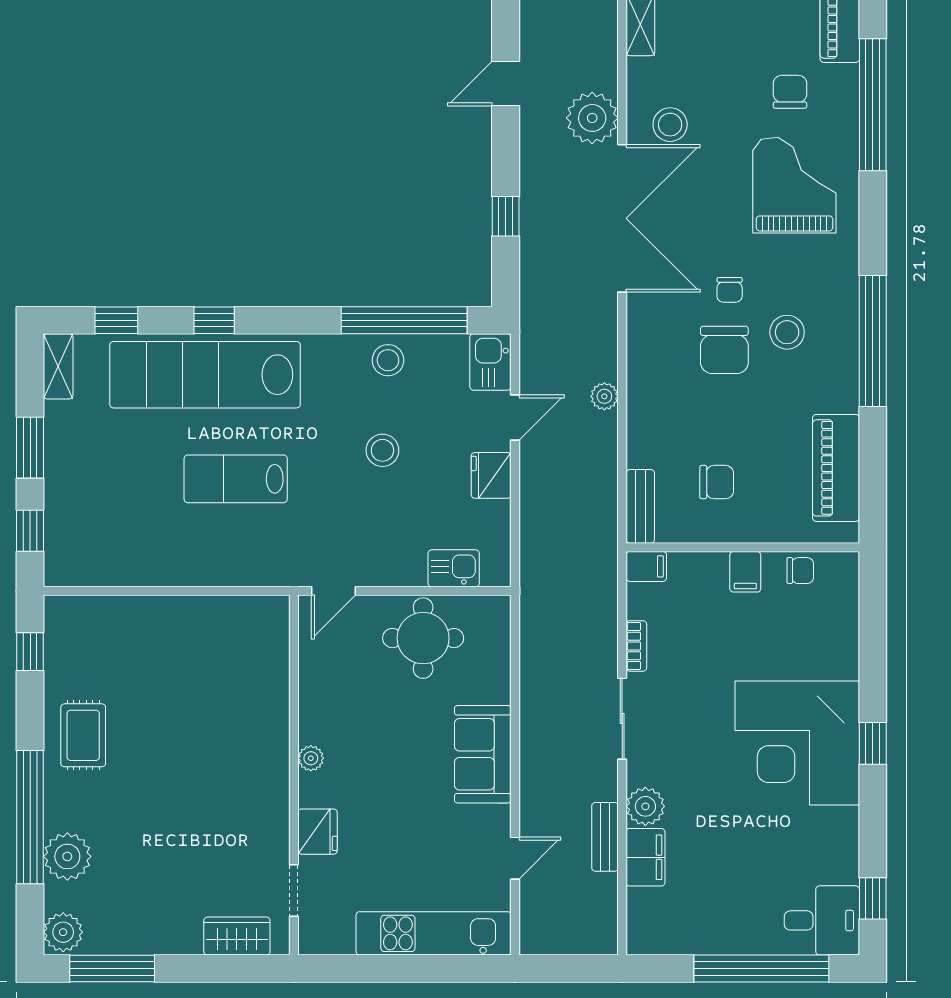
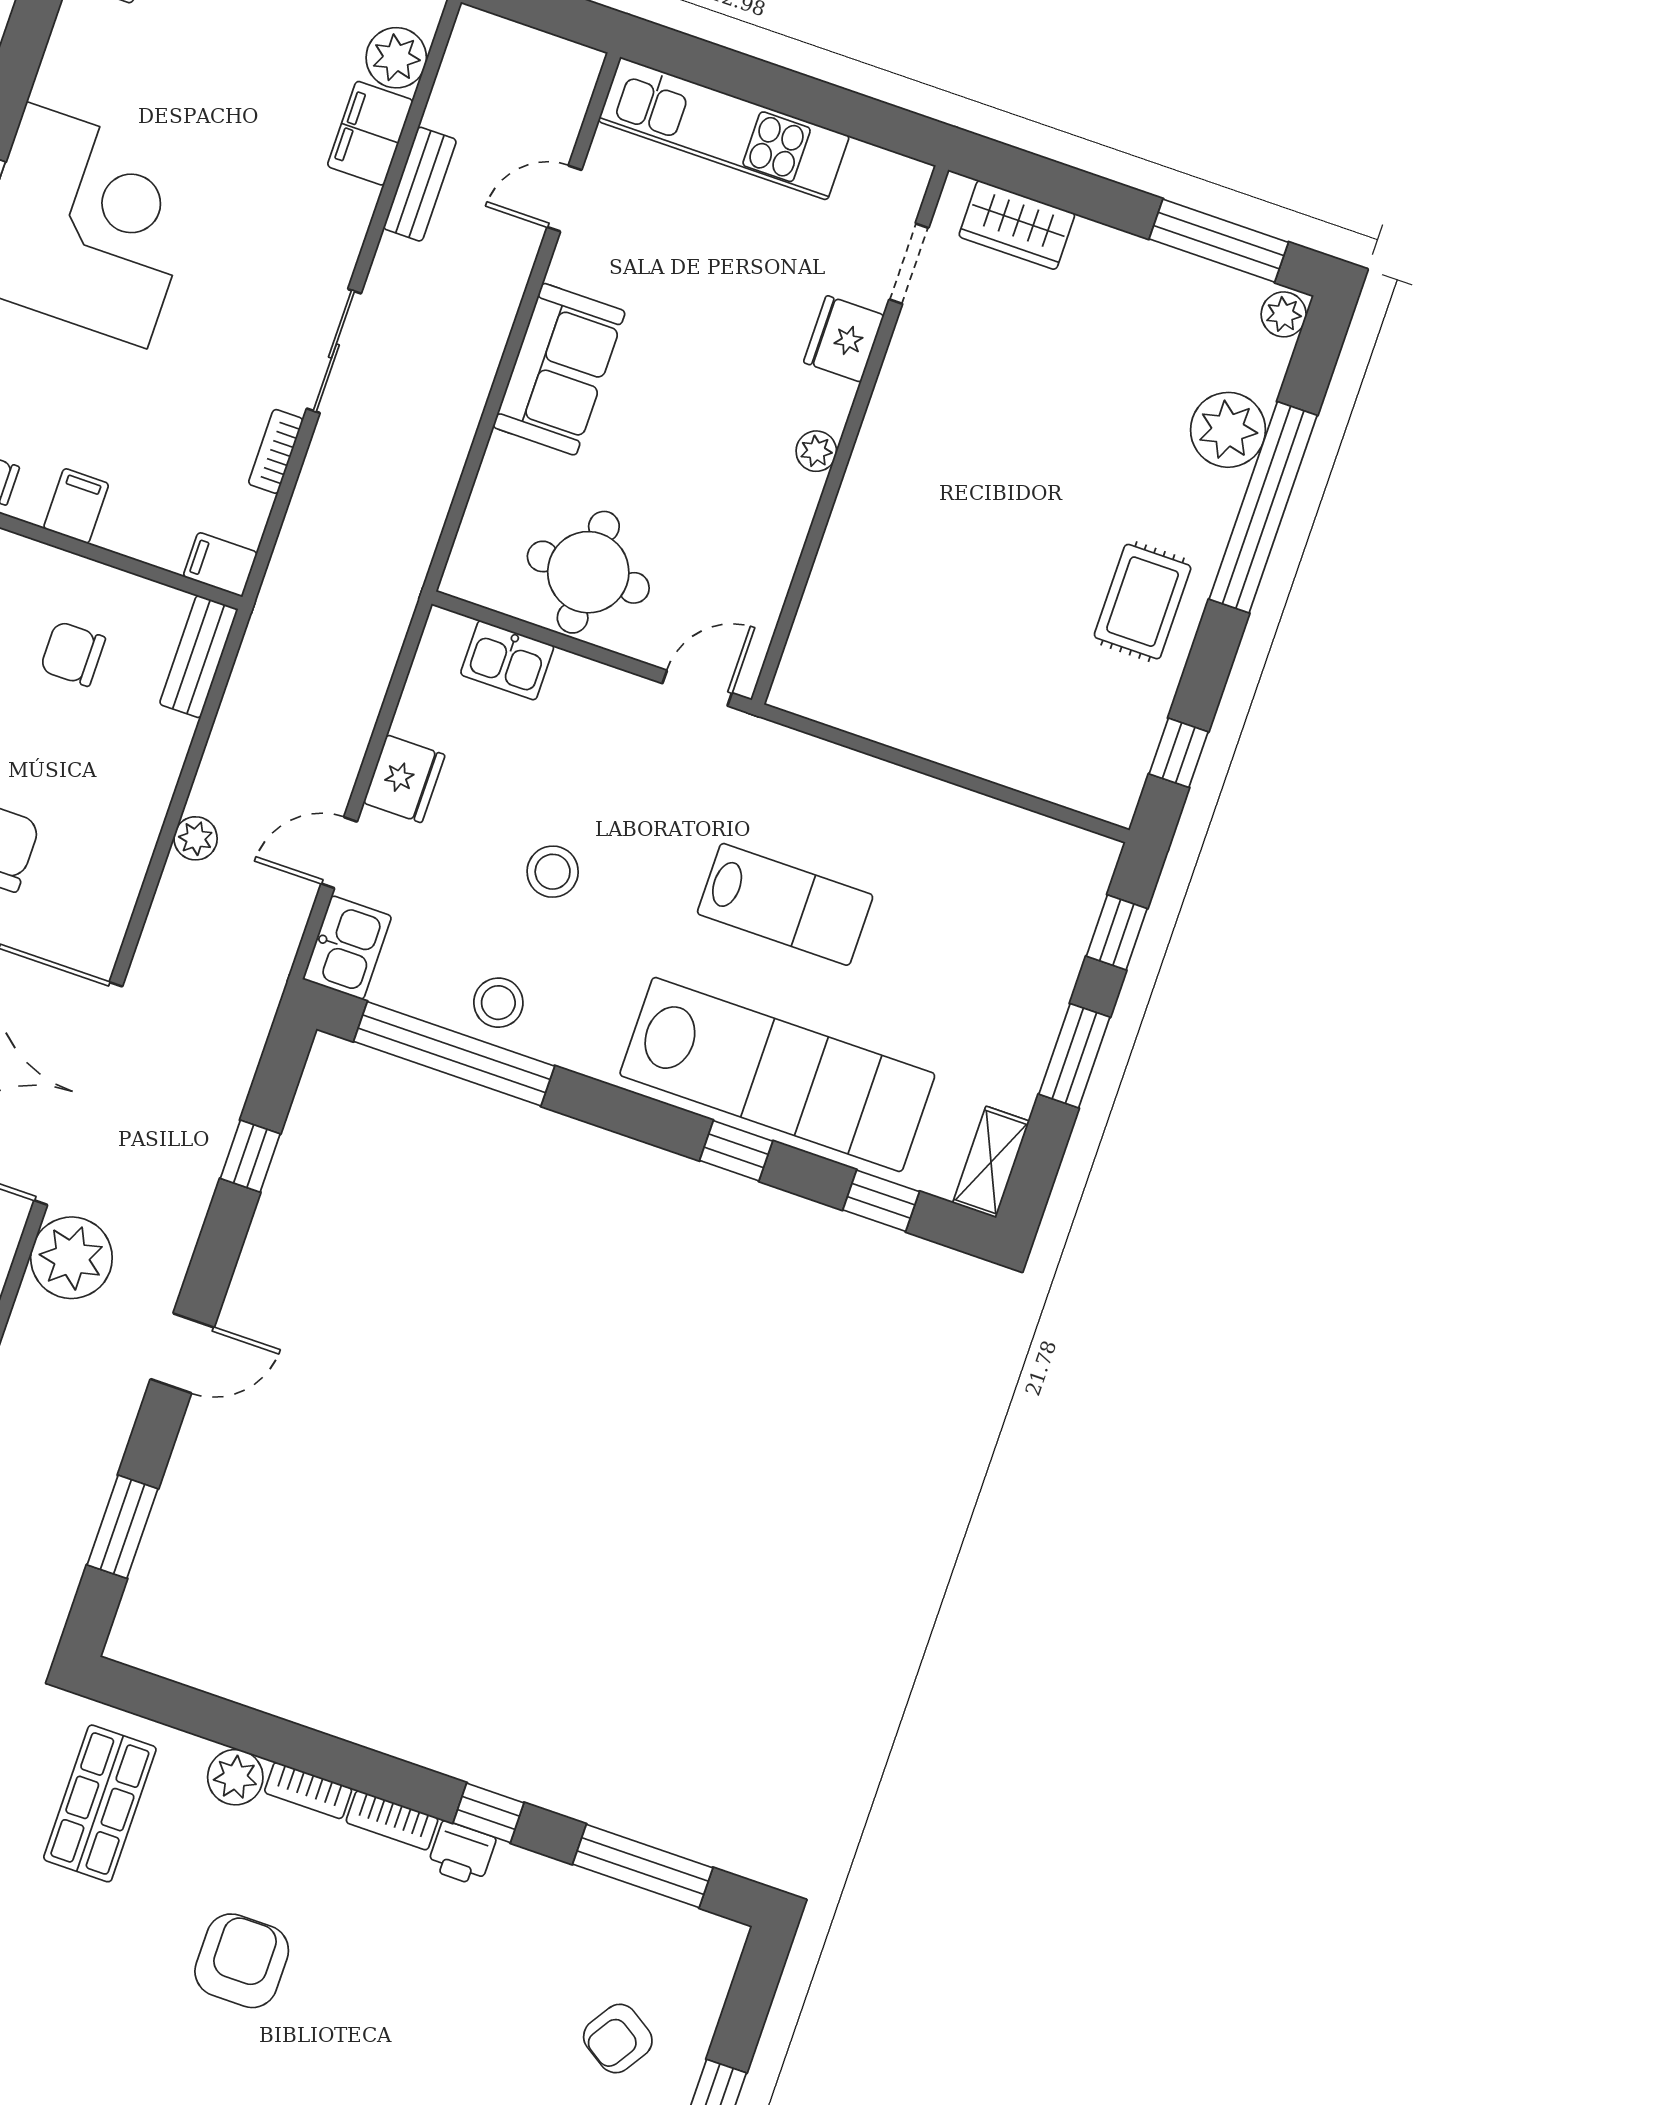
plant: (645, 806) -> (396, 58), moved
plant: (63, 932) -> (1284, 314), width x0.73, depth x0.73

